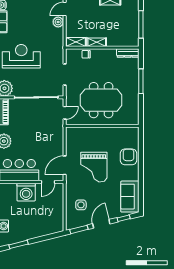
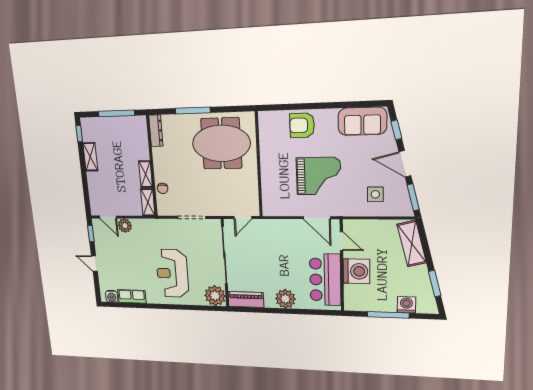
meeting table: (101, 100) -> (221, 143), moved, turned 90
door: (65, 113) -> (243, 218), swing flipped
shelving: (47, 229) -> (412, 244), added

